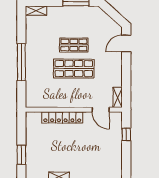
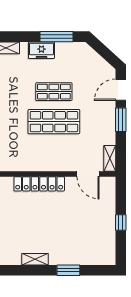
freezer: (64, 12) -> (41, 50), added
window: (126, 67) -> (121, 120), added
window: (126, 134) -> (121, 222), moved

